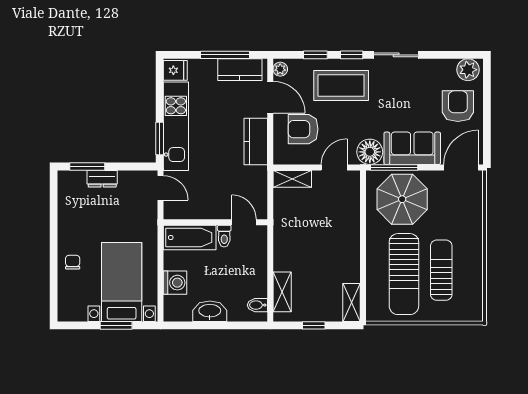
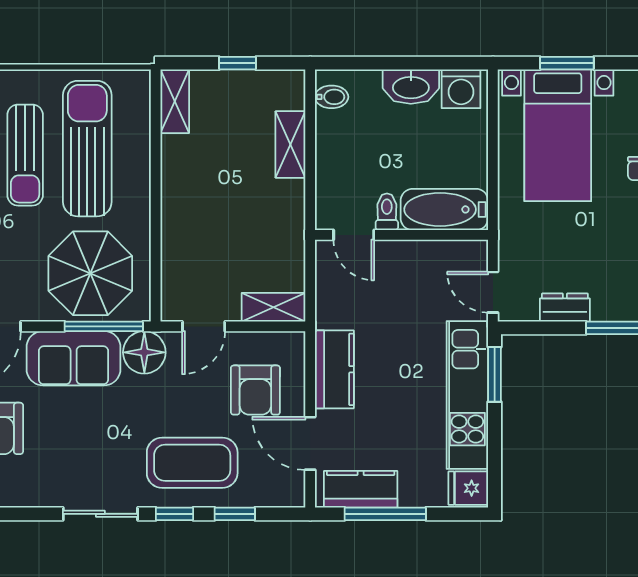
plant: (280, 69) -> (293, 490), removed
armchair: (303, 129) -> (255, 390), turned 90
dresser: (102, 179) -> (565, 307), moved
washing machine: (175, 283) -> (461, 89), moved, turned -90
shelving: (282, 292) -> (290, 145), moved

